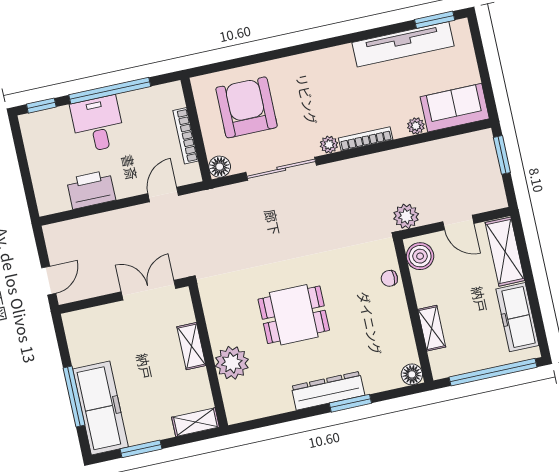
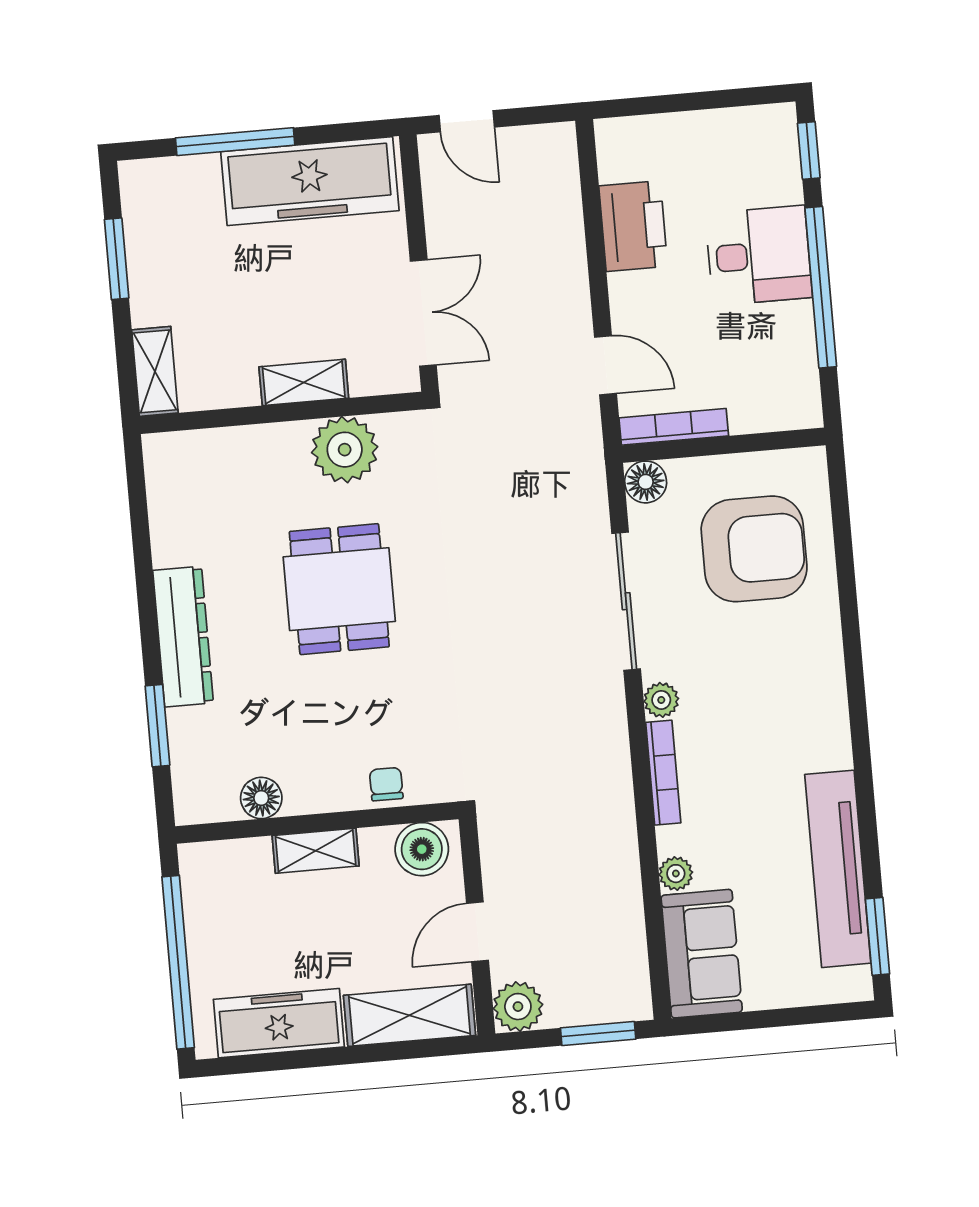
bookcase: (186, 136) -> (674, 427), moved
plant: (406, 216) -> (518, 1007), moved
shelving: (432, 328) -> (316, 851), moved
plant: (232, 363) -> (345, 450), moved
floor lamp: (412, 374) -> (261, 798), moved
window: (350, 403) -> (157, 726), moved
freezer: (100, 408) -> (310, 181), moved

